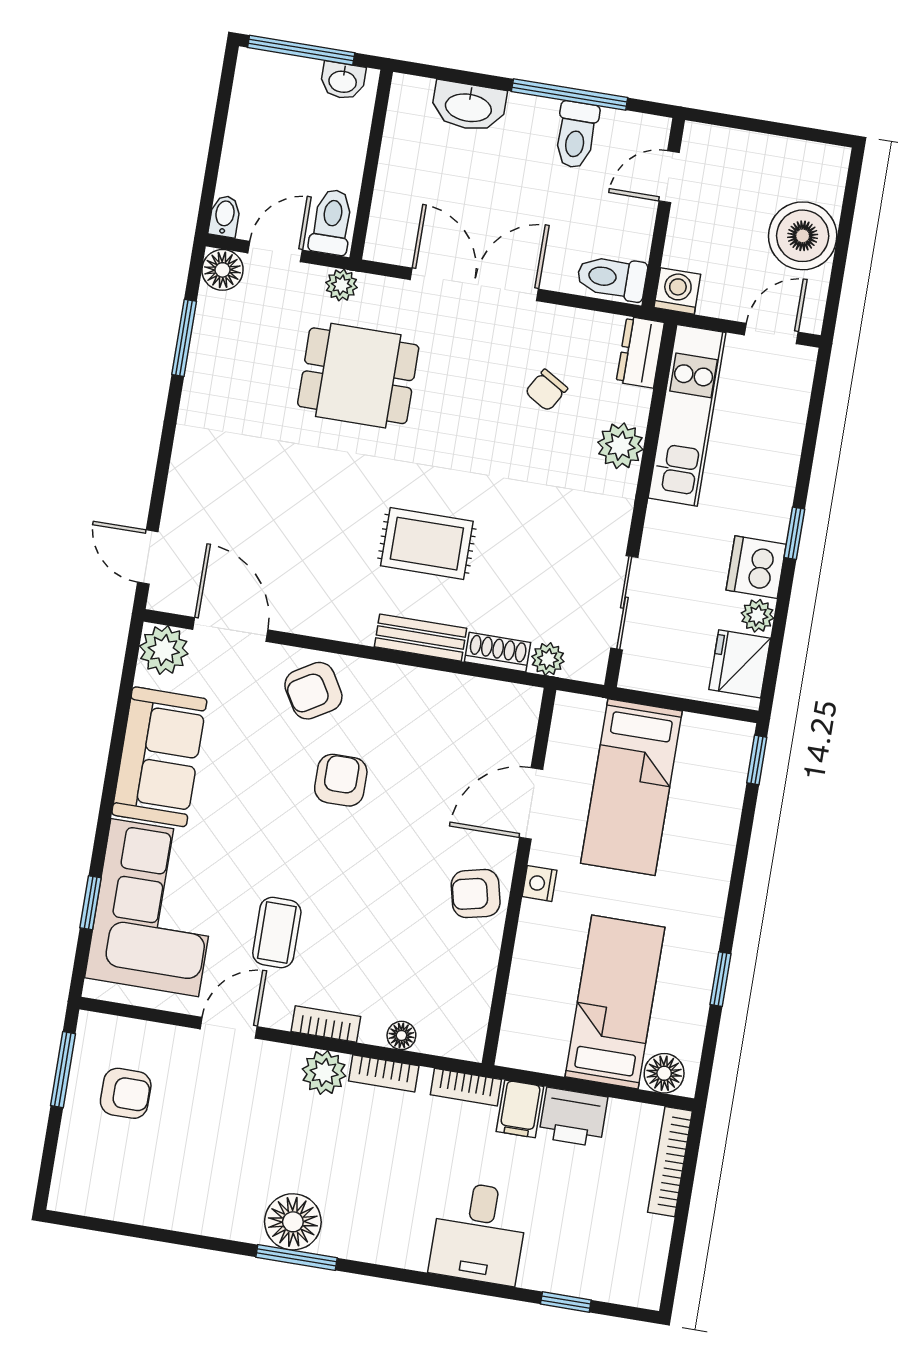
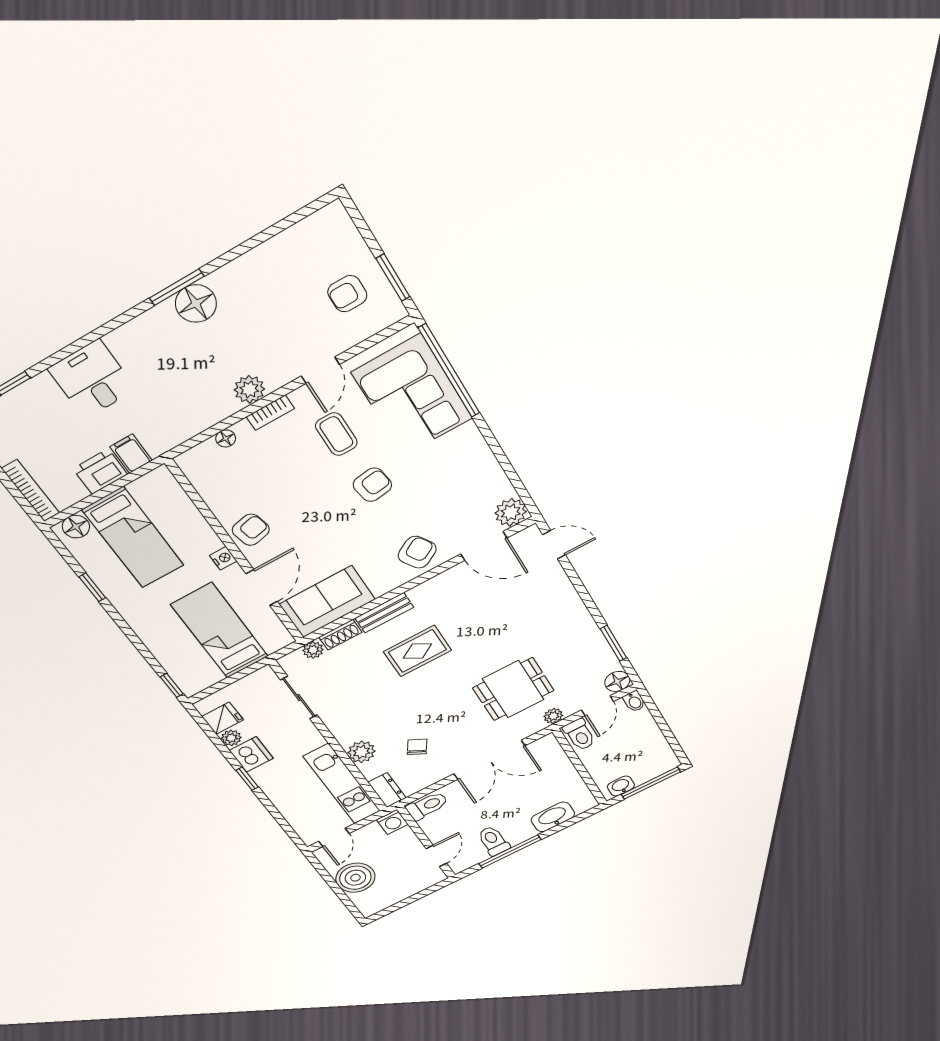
fridge: (740, 664) -> (223, 718), width x0.72
sofa: (159, 757) -> (327, 602), moved, turned 90
armchair: (341, 780) -> (372, 485), moved, turned -98
window: (91, 903) -> (449, 371), width x3.17
bookcase: (384, 1073) -> (218, 414), removed
bookcase: (466, 1087) -> (169, 441), removed

